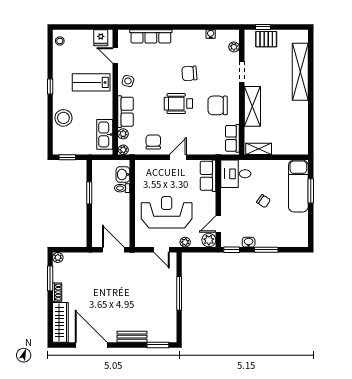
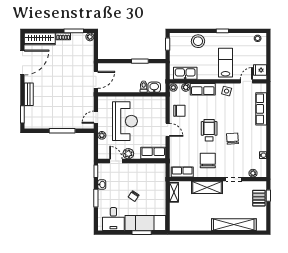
desk: (236, 174) -> (113, 219), moved, turned 180
plant: (209, 240) -> (128, 154), moved

